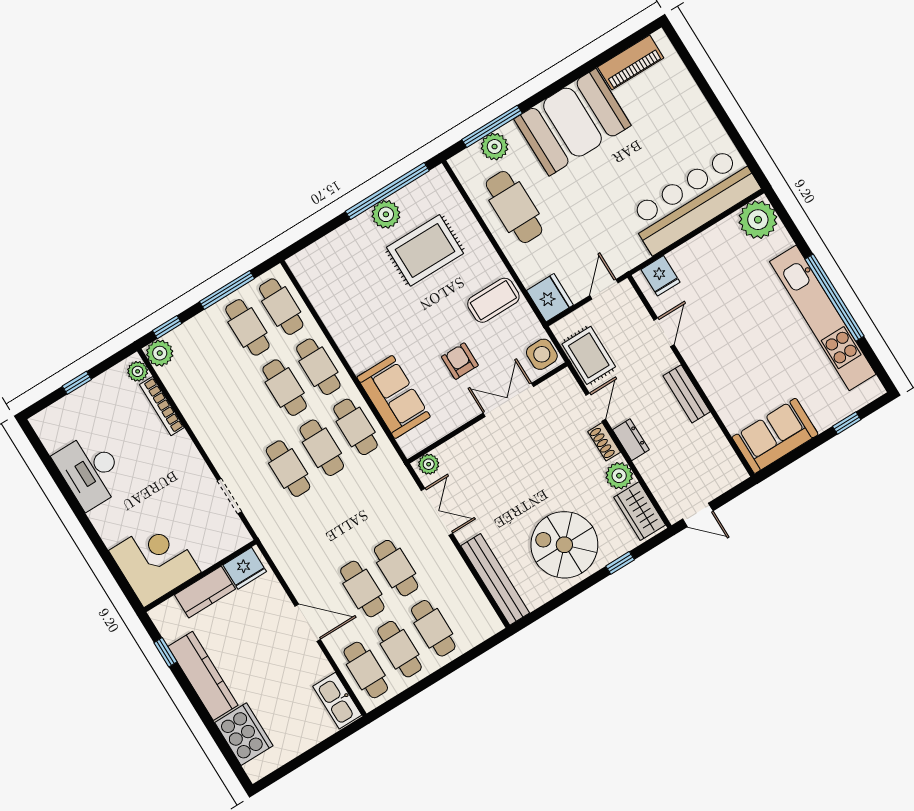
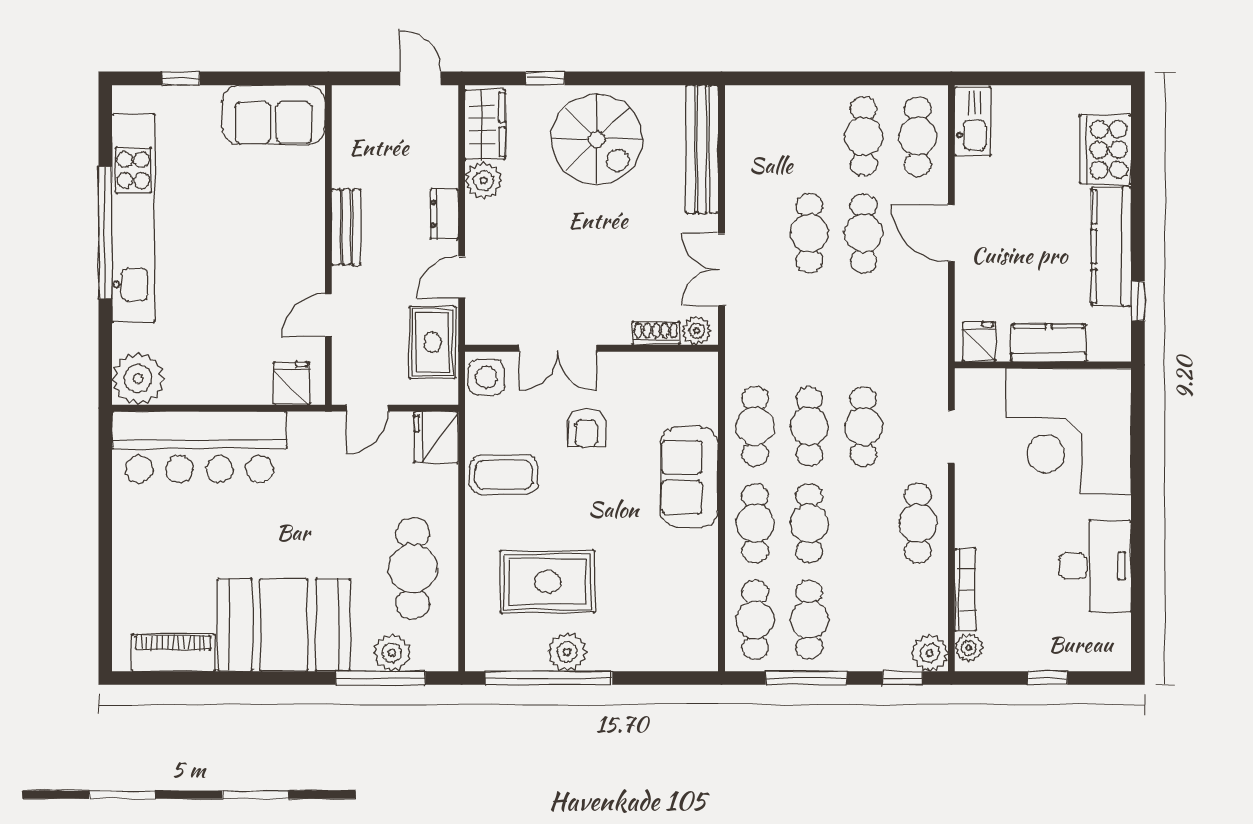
sofa: (394, 397) -> (689, 477), moved
shoe rack: (604, 442) -> (656, 333), moved, turned -90
corner desk: (155, 561) -> (1068, 431), width x1.36, depth x1.36
fridge: (245, 568) -> (979, 342), width x0.72
cafe table: (433, 628) -> (918, 523), moved

